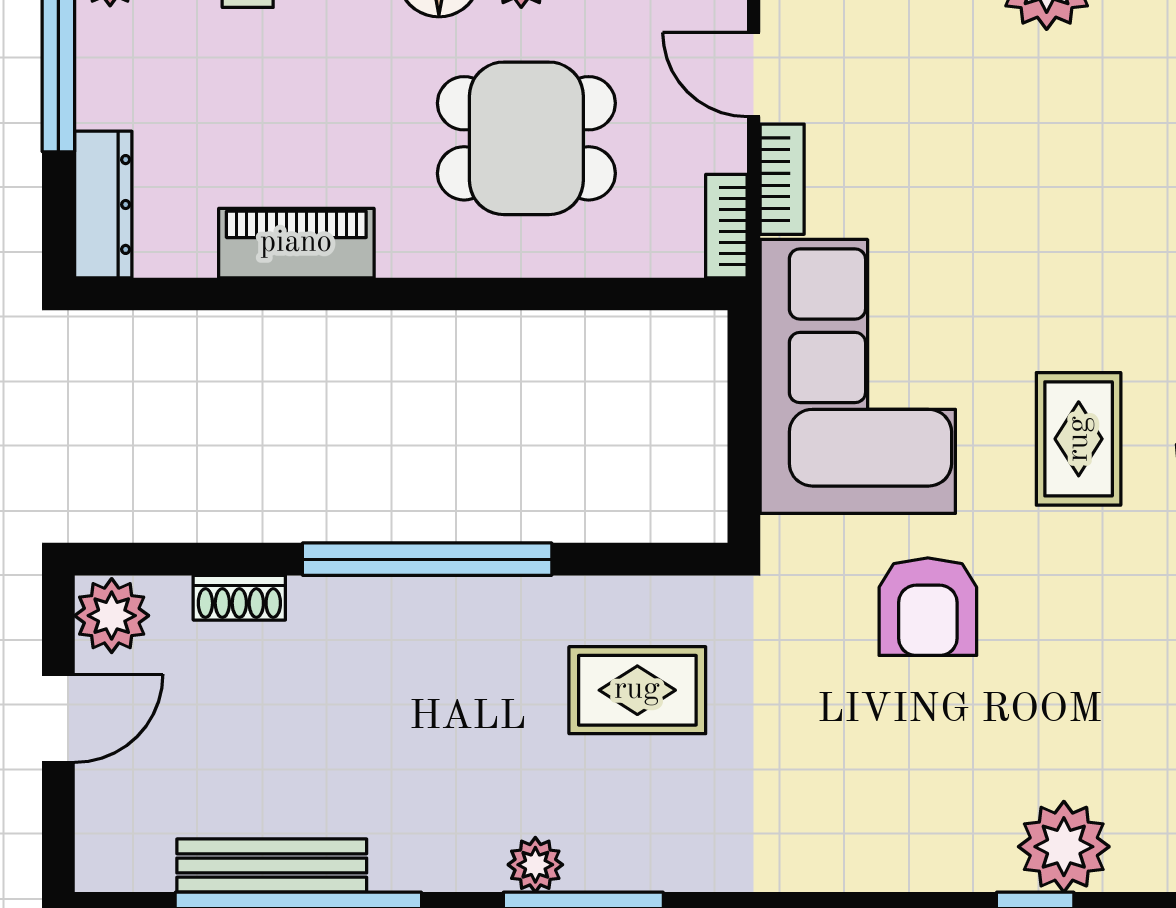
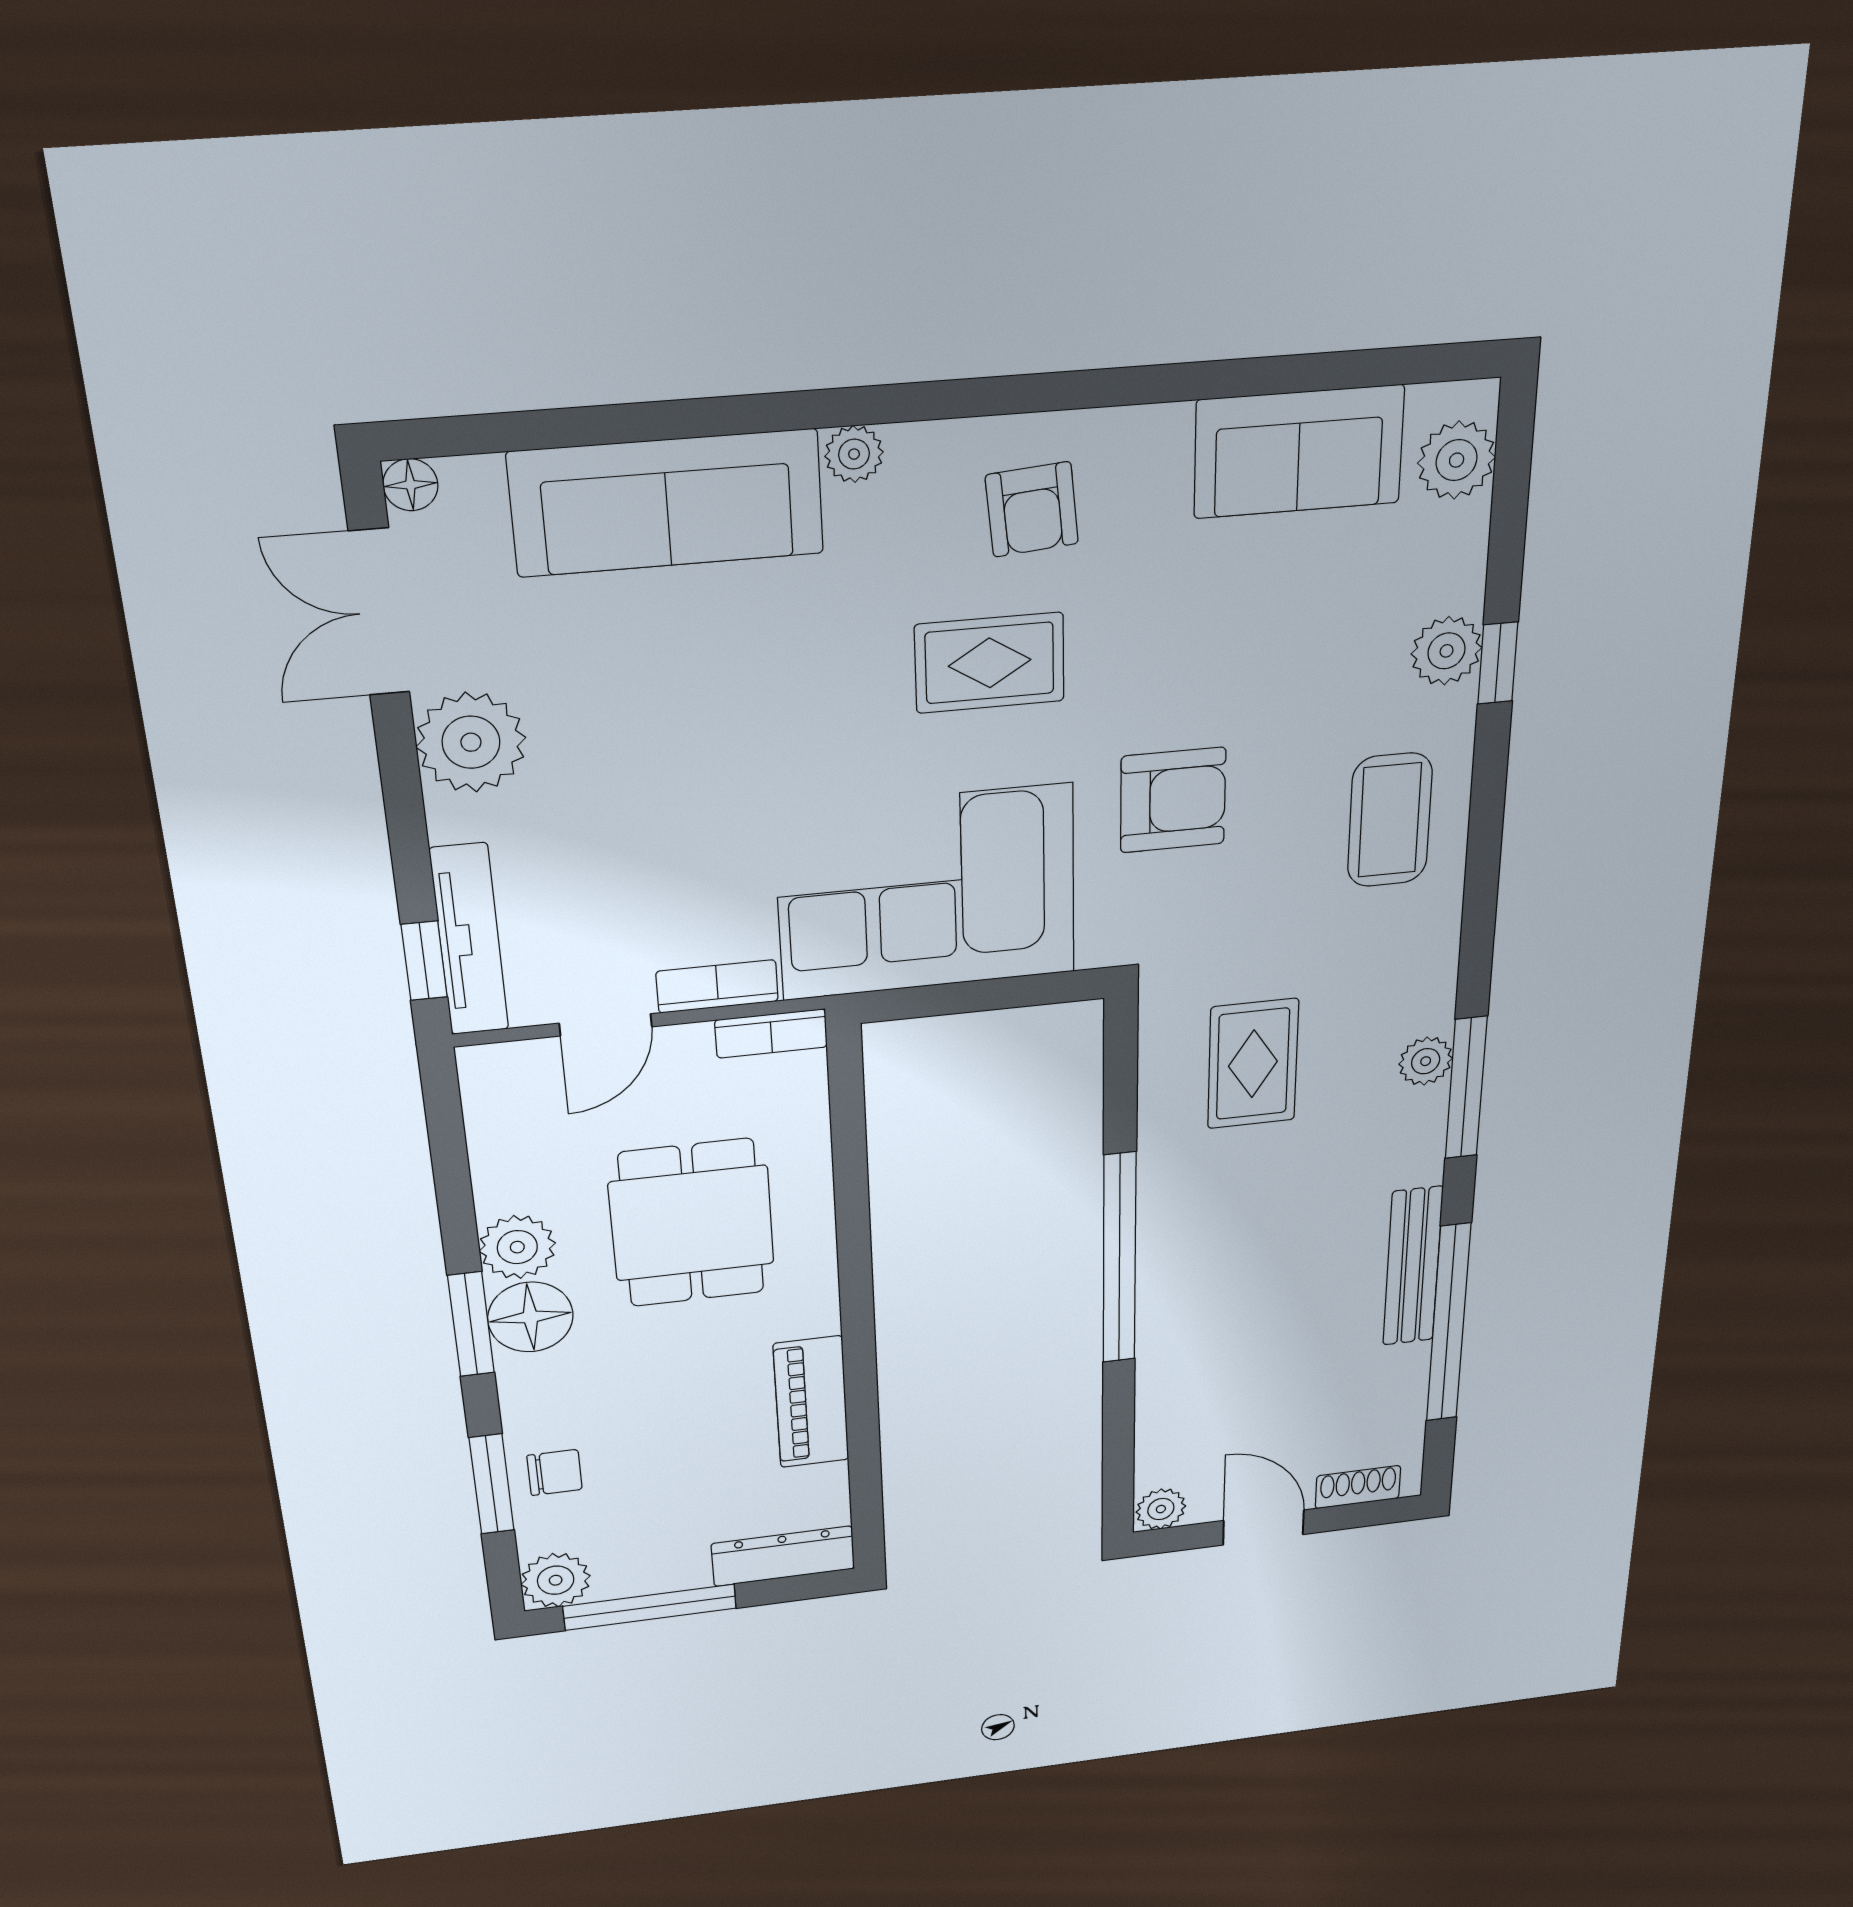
shoe rack: (239, 598) -> (1358, 1487), moved, turned -90
plant: (112, 616) -> (1161, 1509), width x0.73, depth x0.73
coffee table: (886, 814) -> (1390, 820), added
plant: (1064, 847) -> (1447, 651), width x0.73, depth x0.73
plant: (535, 865) -> (1426, 1061), moved
bench: (272, 866) -> (1413, 1266), moved

